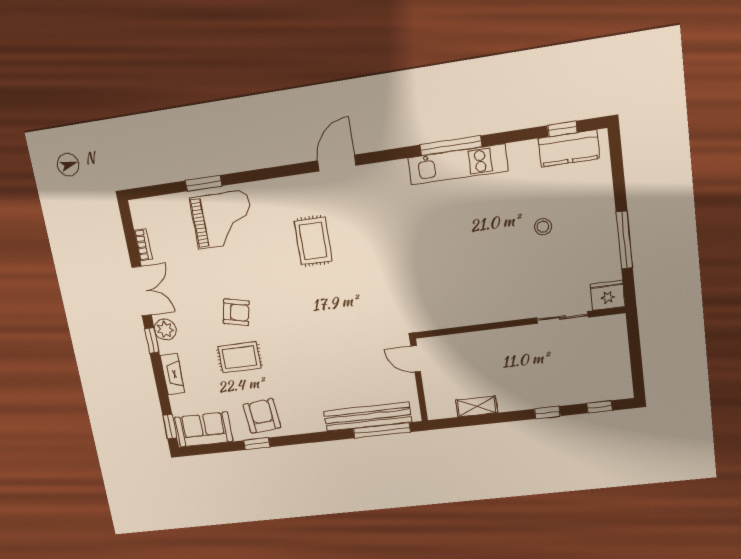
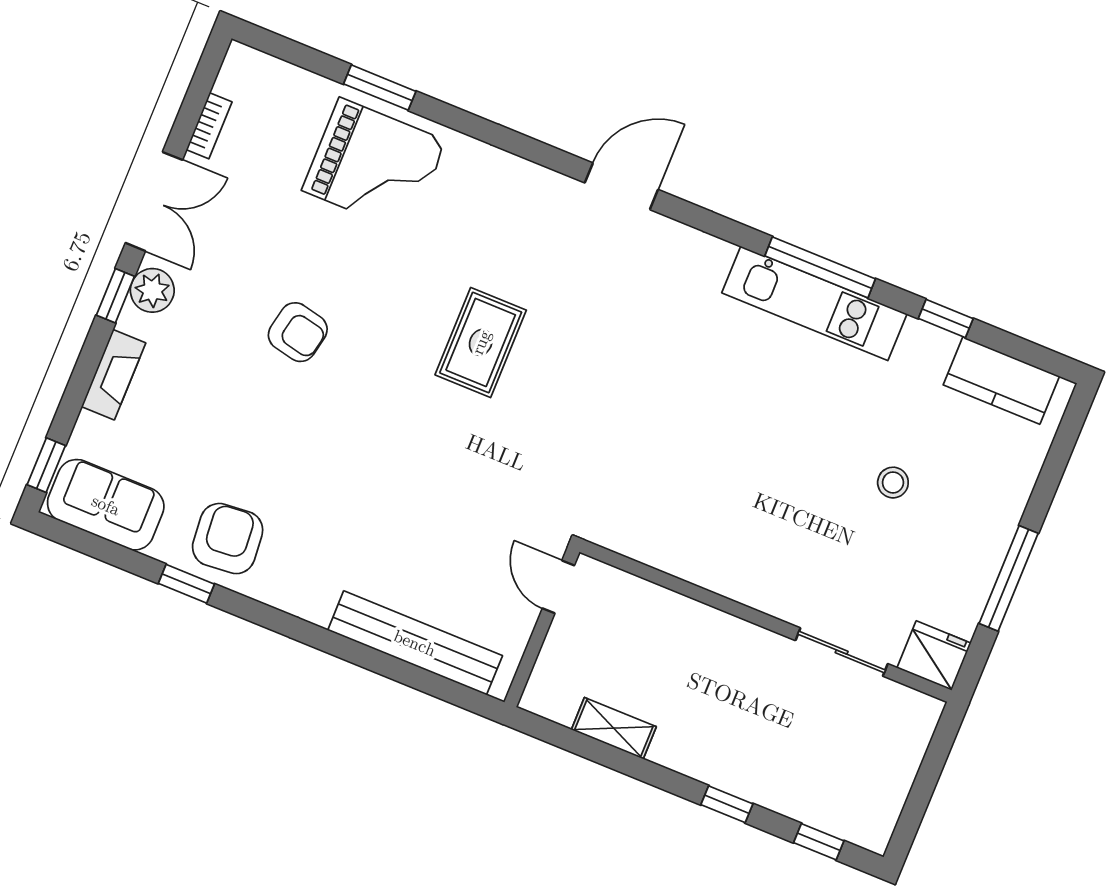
window: (562, 129) -> (946, 319), moved
rug: (313, 241) -> (481, 342), moved
rug: (239, 357) -> (253, 413), removed
window: (382, 430) -> (425, 681), removed

